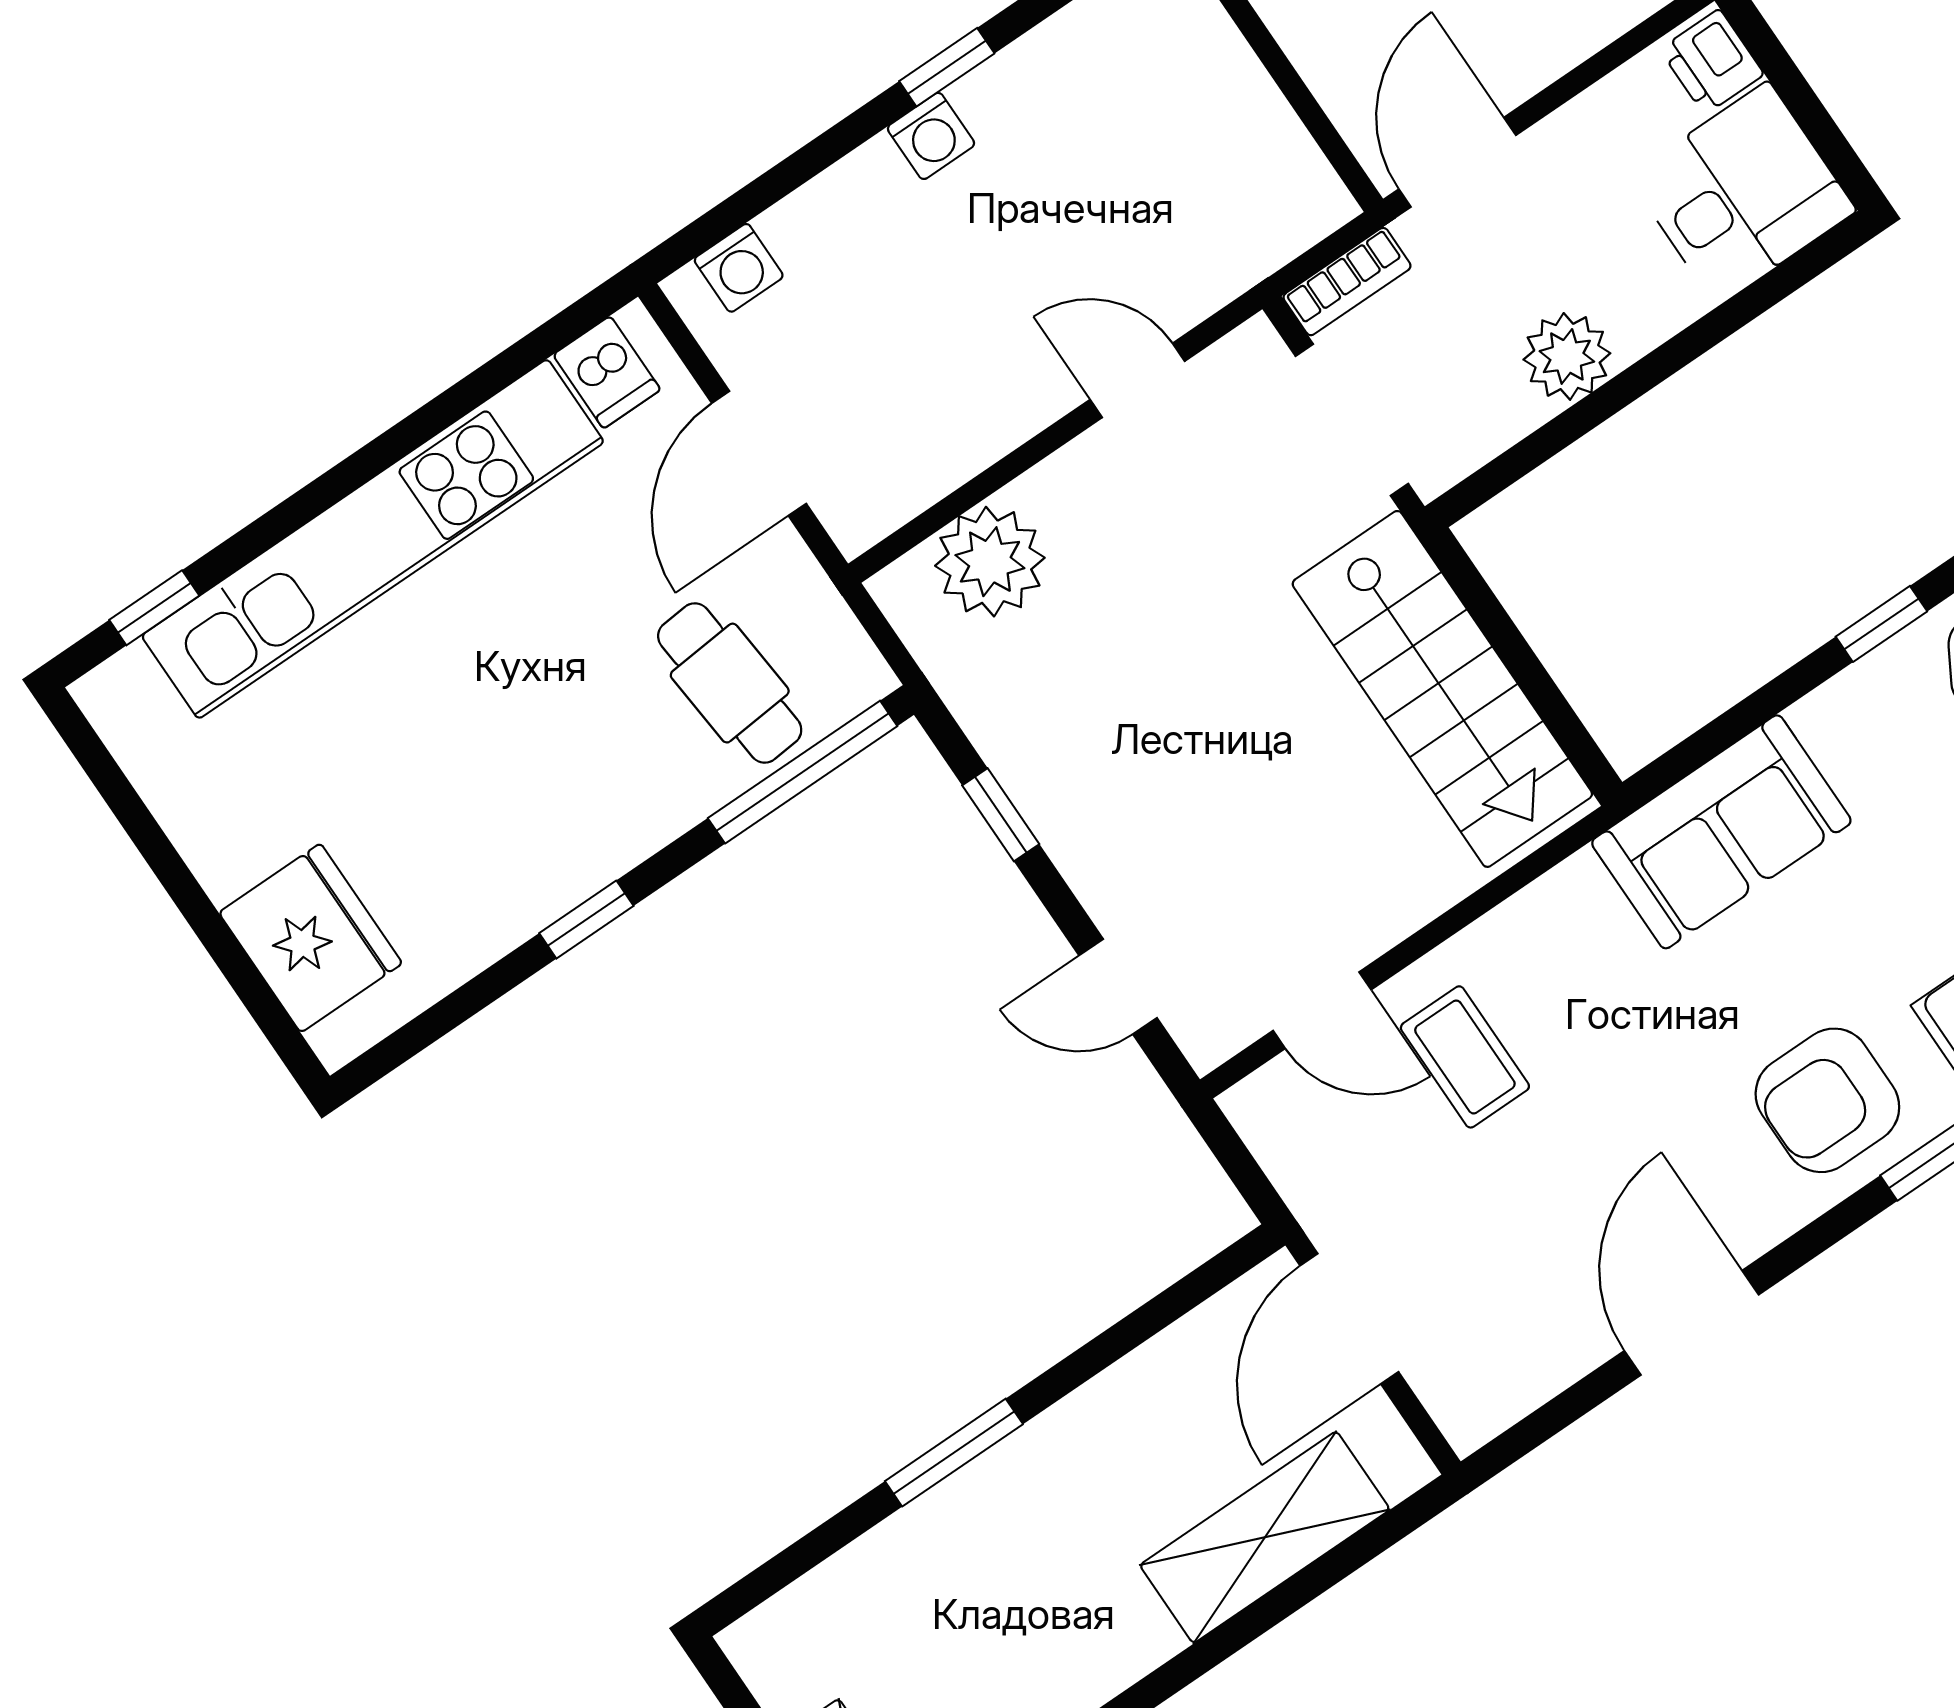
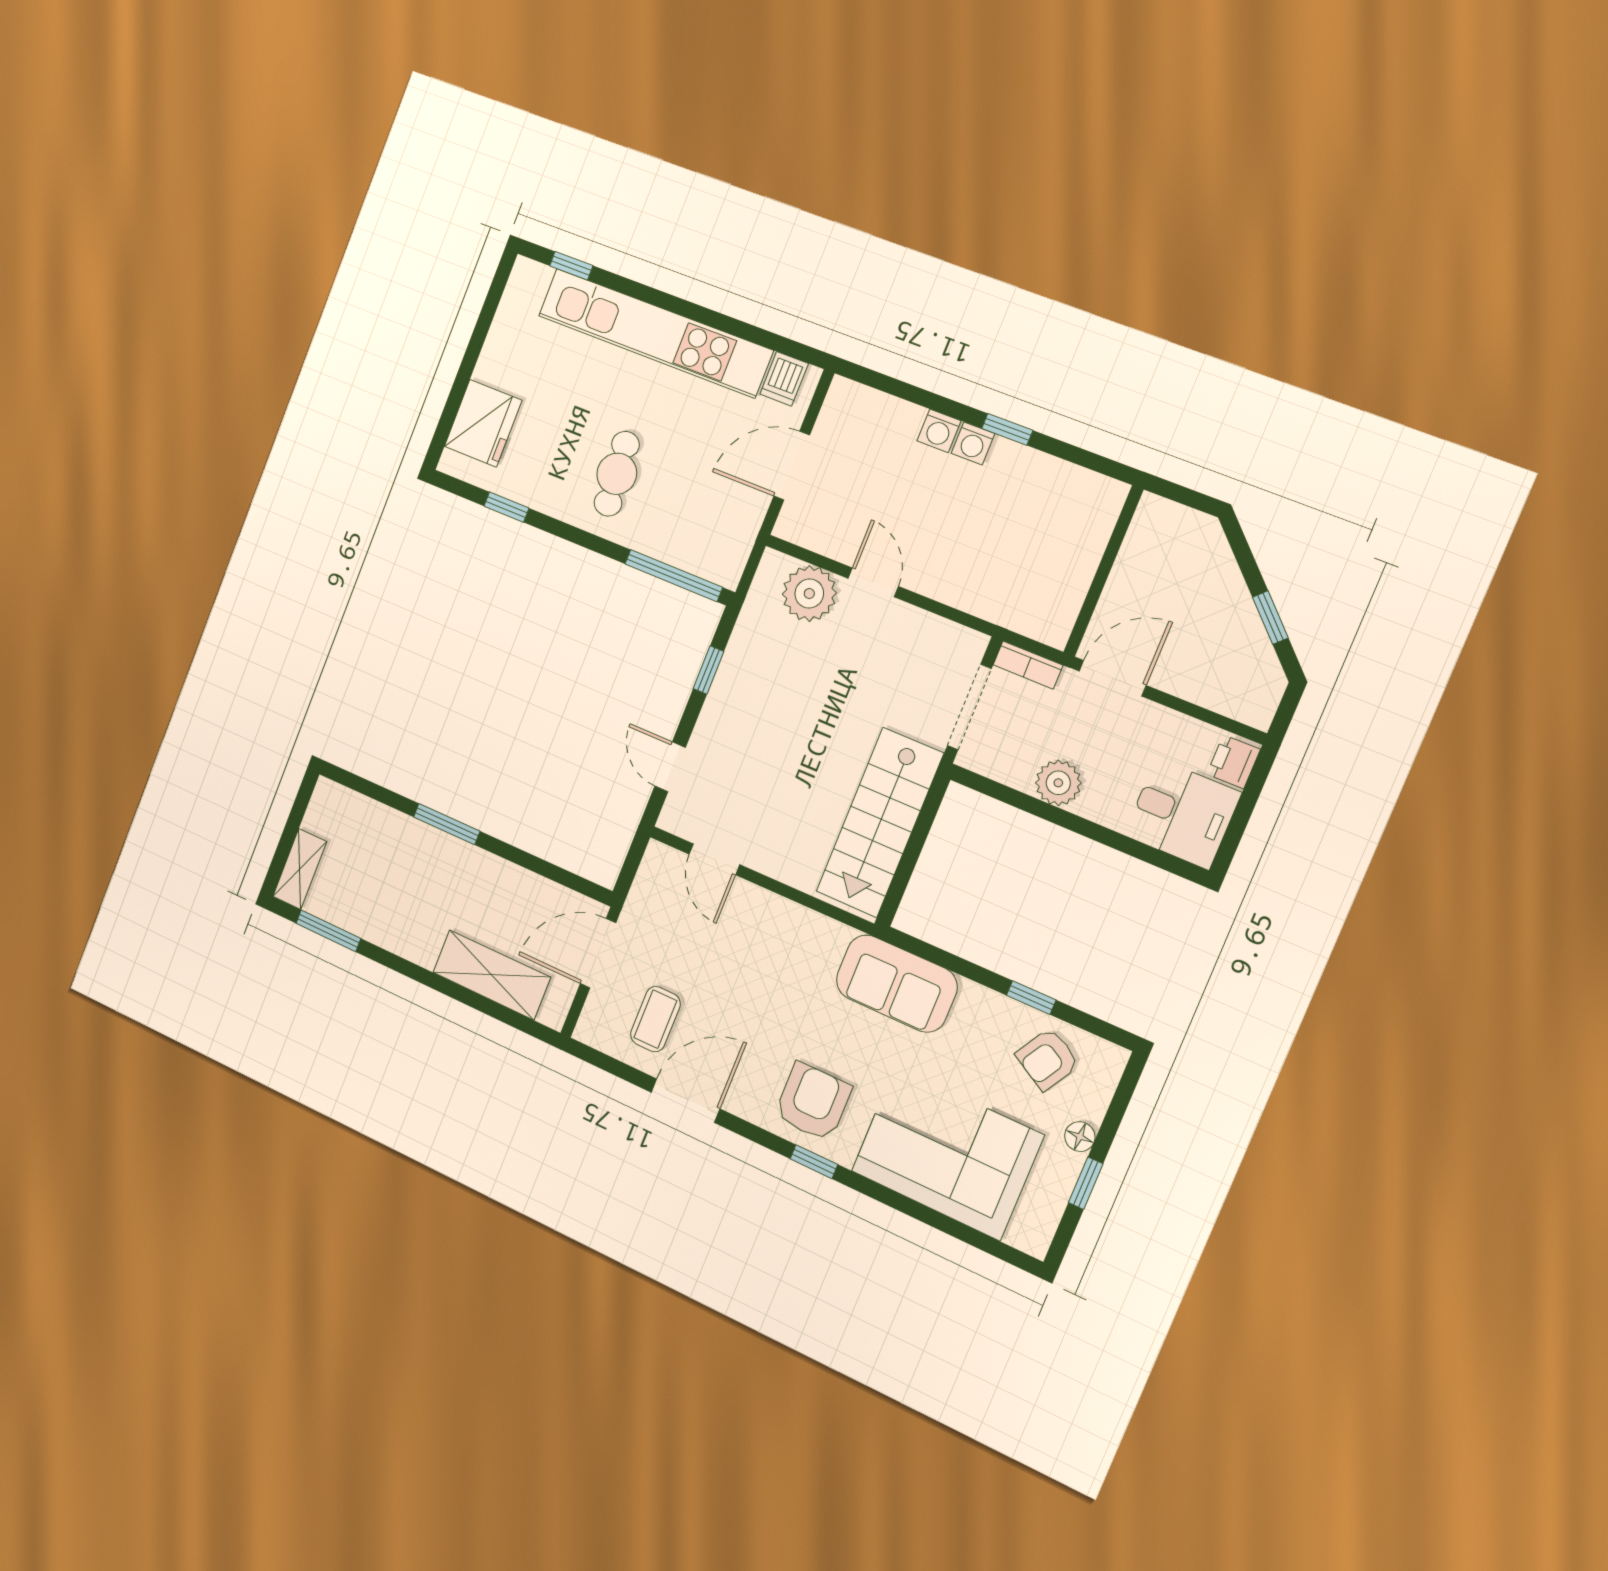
washing machine: (739, 268) -> (939, 431), moved
door: (1137, 380) -> (873, 582), moved
cafe table: (730, 683) -> (617, 474), moved
window: (586, 920) -> (506, 507), moved
coffee table: (1465, 1057) -> (655, 1019), moved
armchair: (1827, 1100) -> (813, 1102), turned 90

